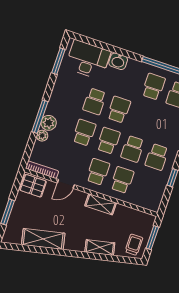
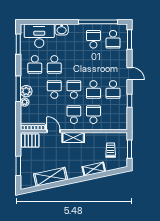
school desk: (119, 110) -> (35, 64), moved, turned 180
door: (66, 184) -> (54, 131), swing flipped
shelving: (101, 204) -> (73, 138), moved
trolley: (134, 245) -> (111, 150), moved

